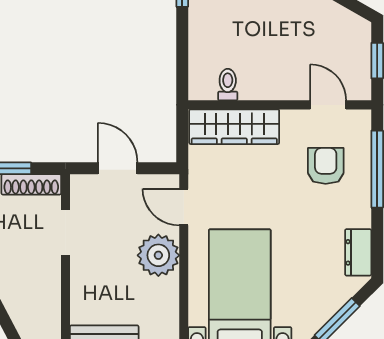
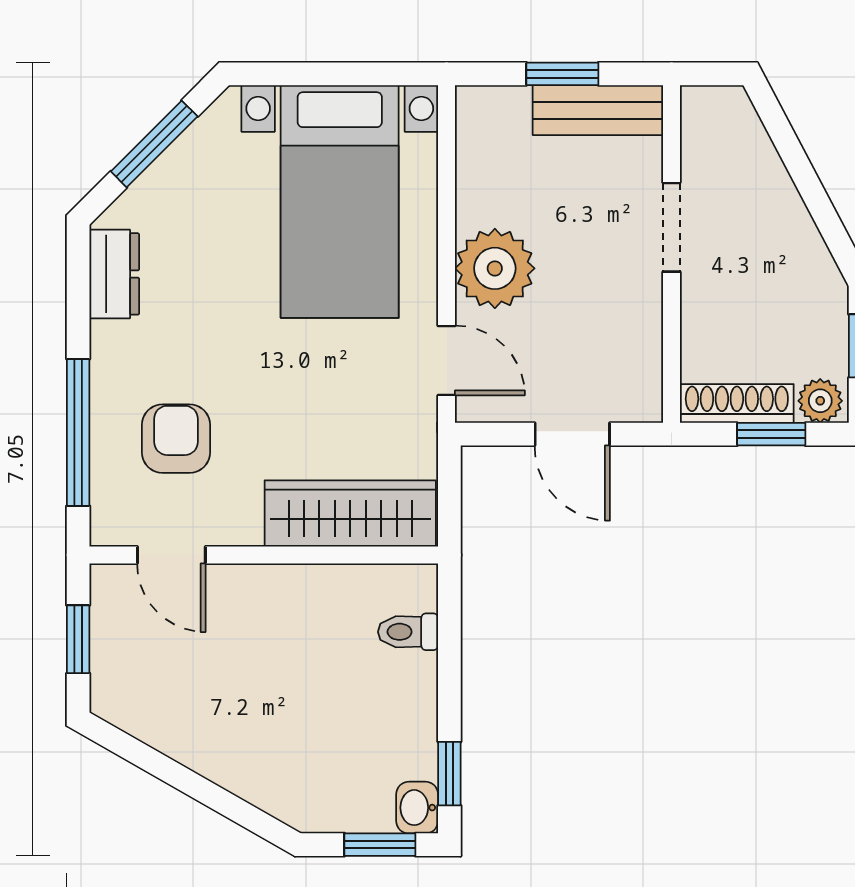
toilet: (228, 85) -> (408, 632), moved, turned 90
armchair: (326, 166) -> (176, 439), turned 180
doorway: (66, 232) -> (672, 227), moved

